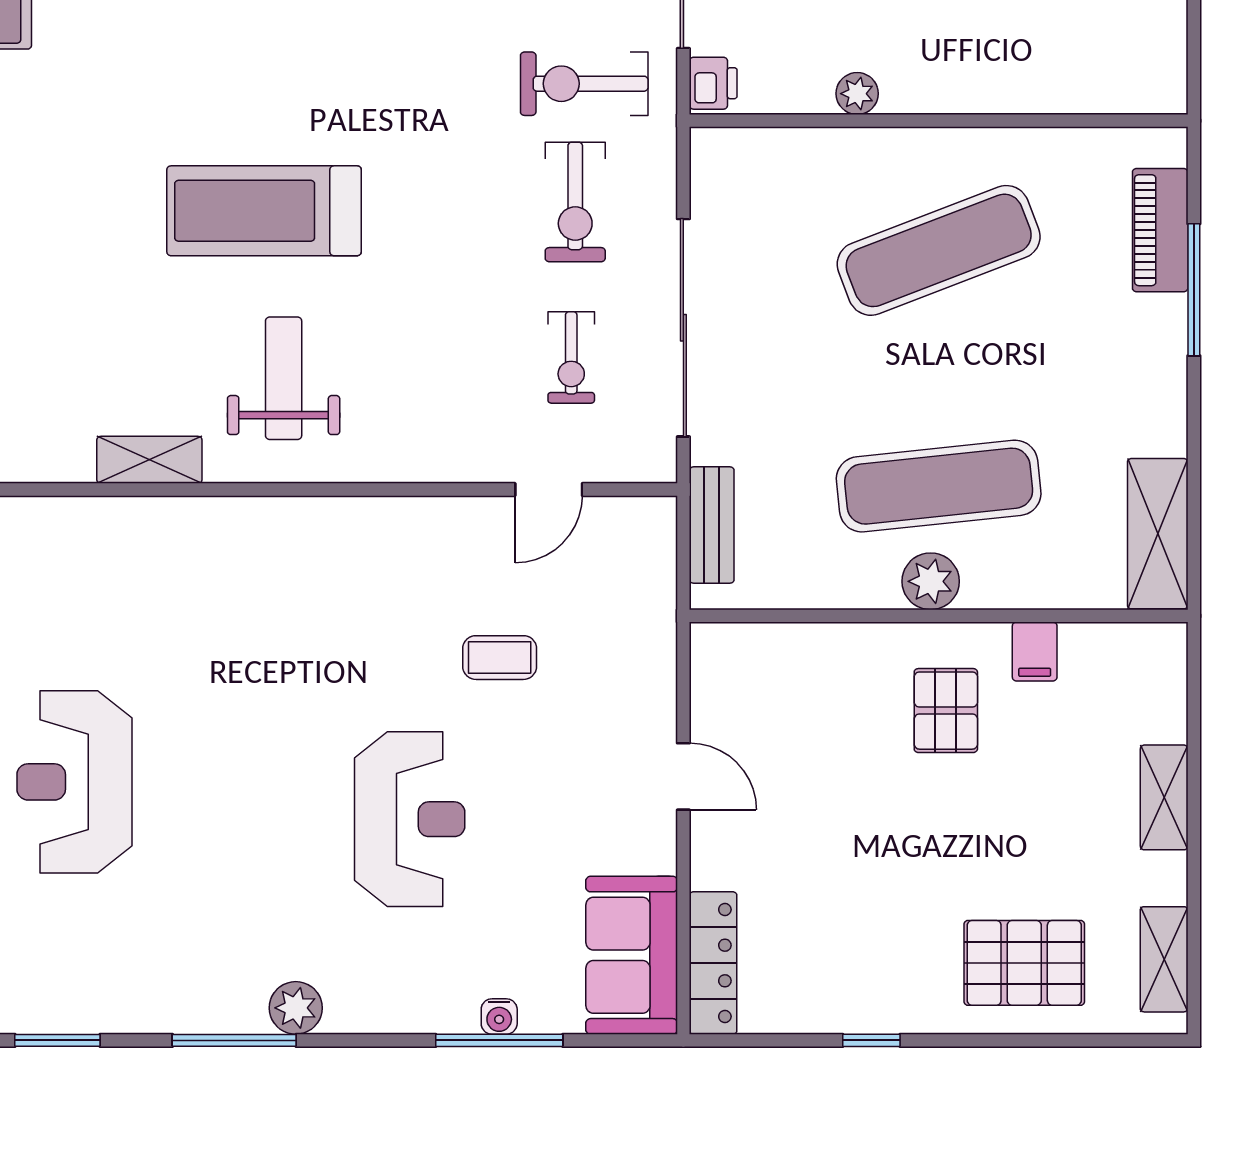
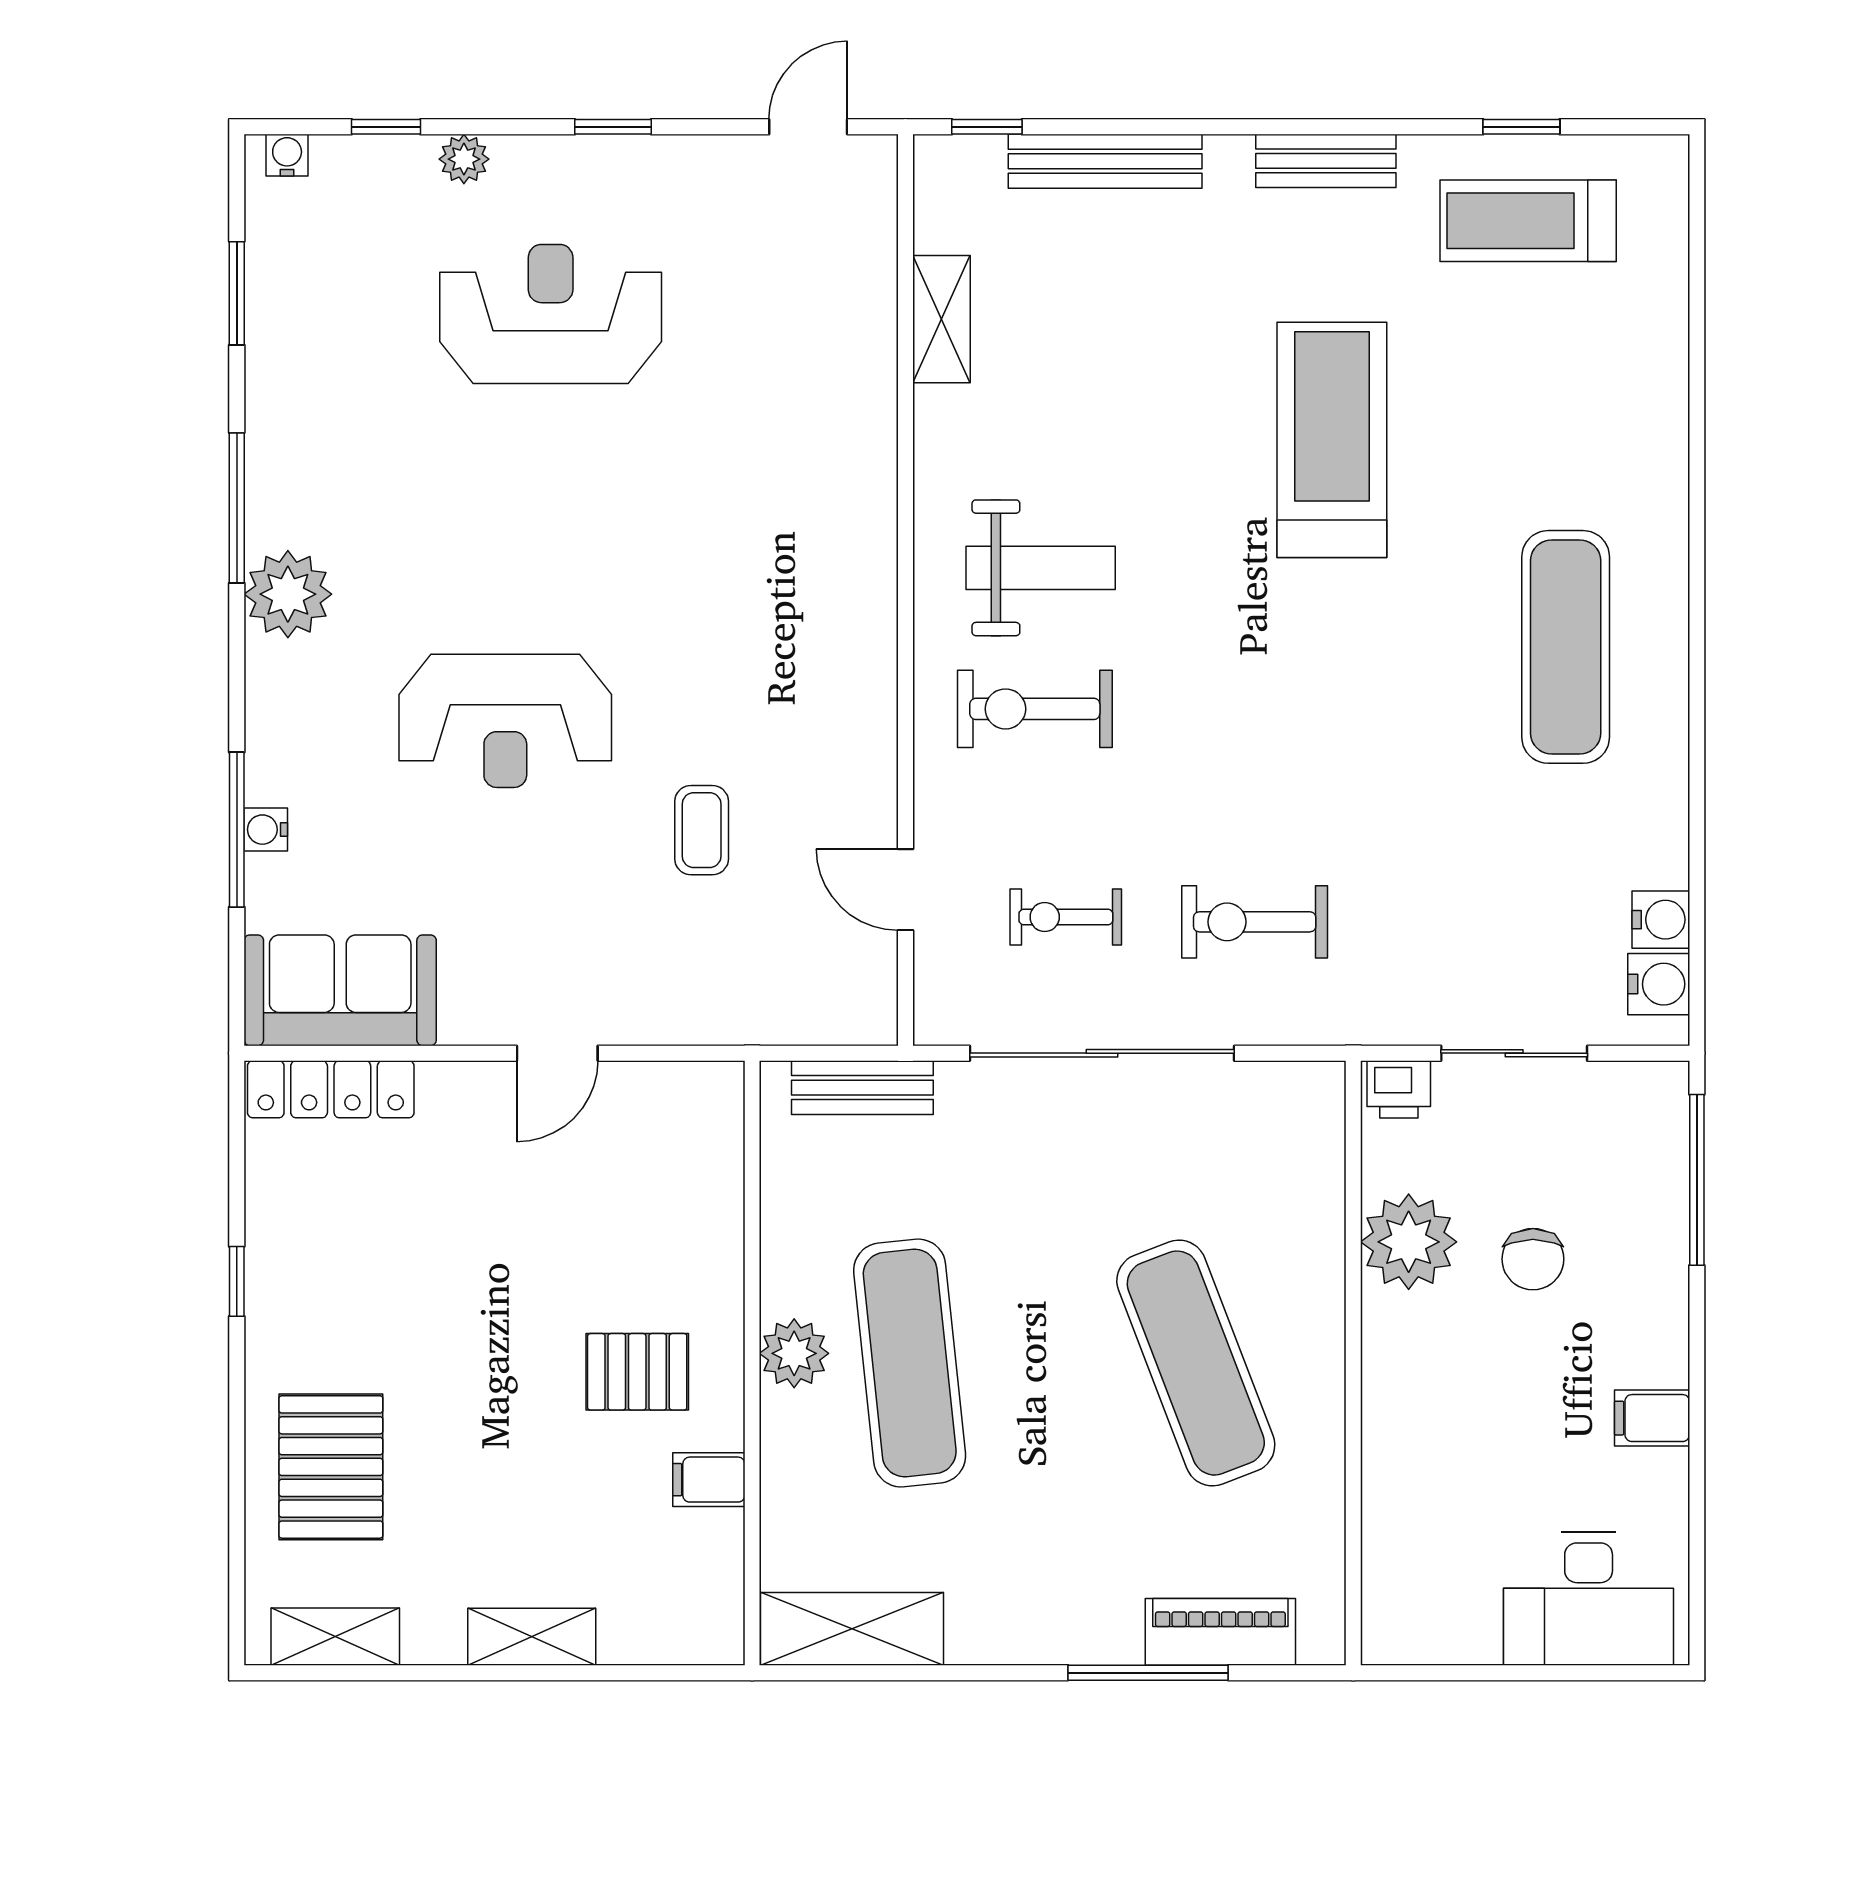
exercise bike: (584, 84) -> (1035, 709), moved, turned -90
plant: (857, 94) -> (1409, 1242), width x1.88, depth x1.88
treadmill: (264, 211) -> (1332, 440), moved
shelving: (149, 460) -> (942, 319), moved
plant: (296, 1008) -> (288, 594), width x1.36, depth x1.36

